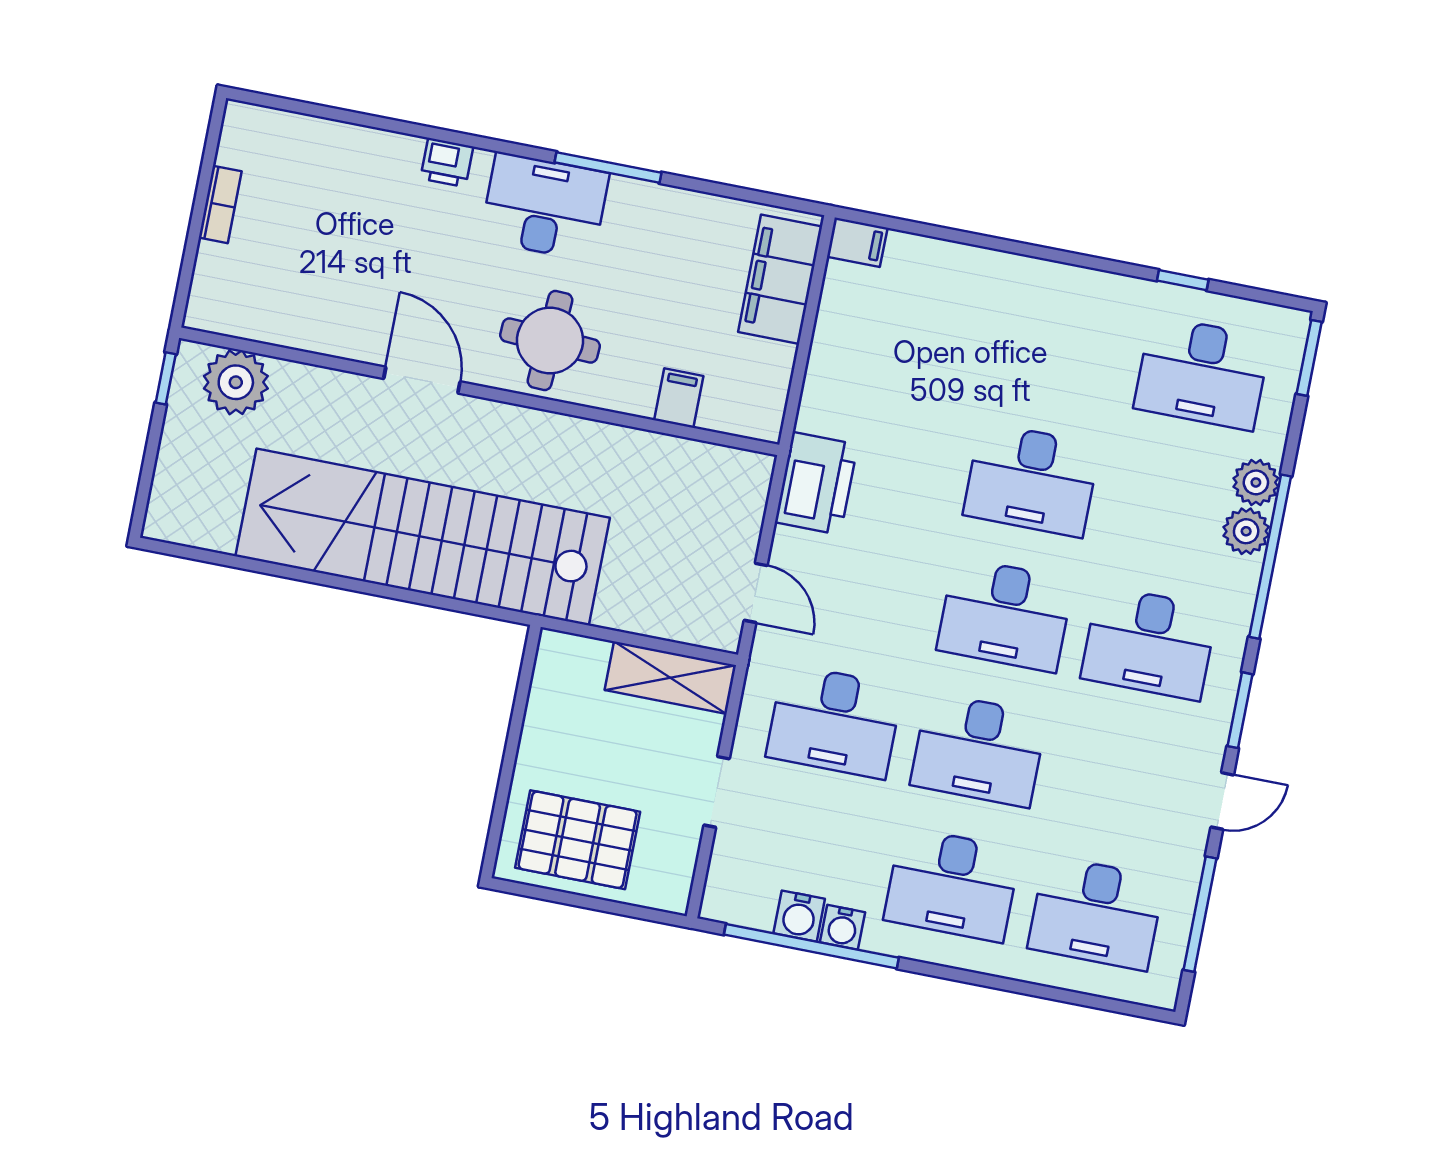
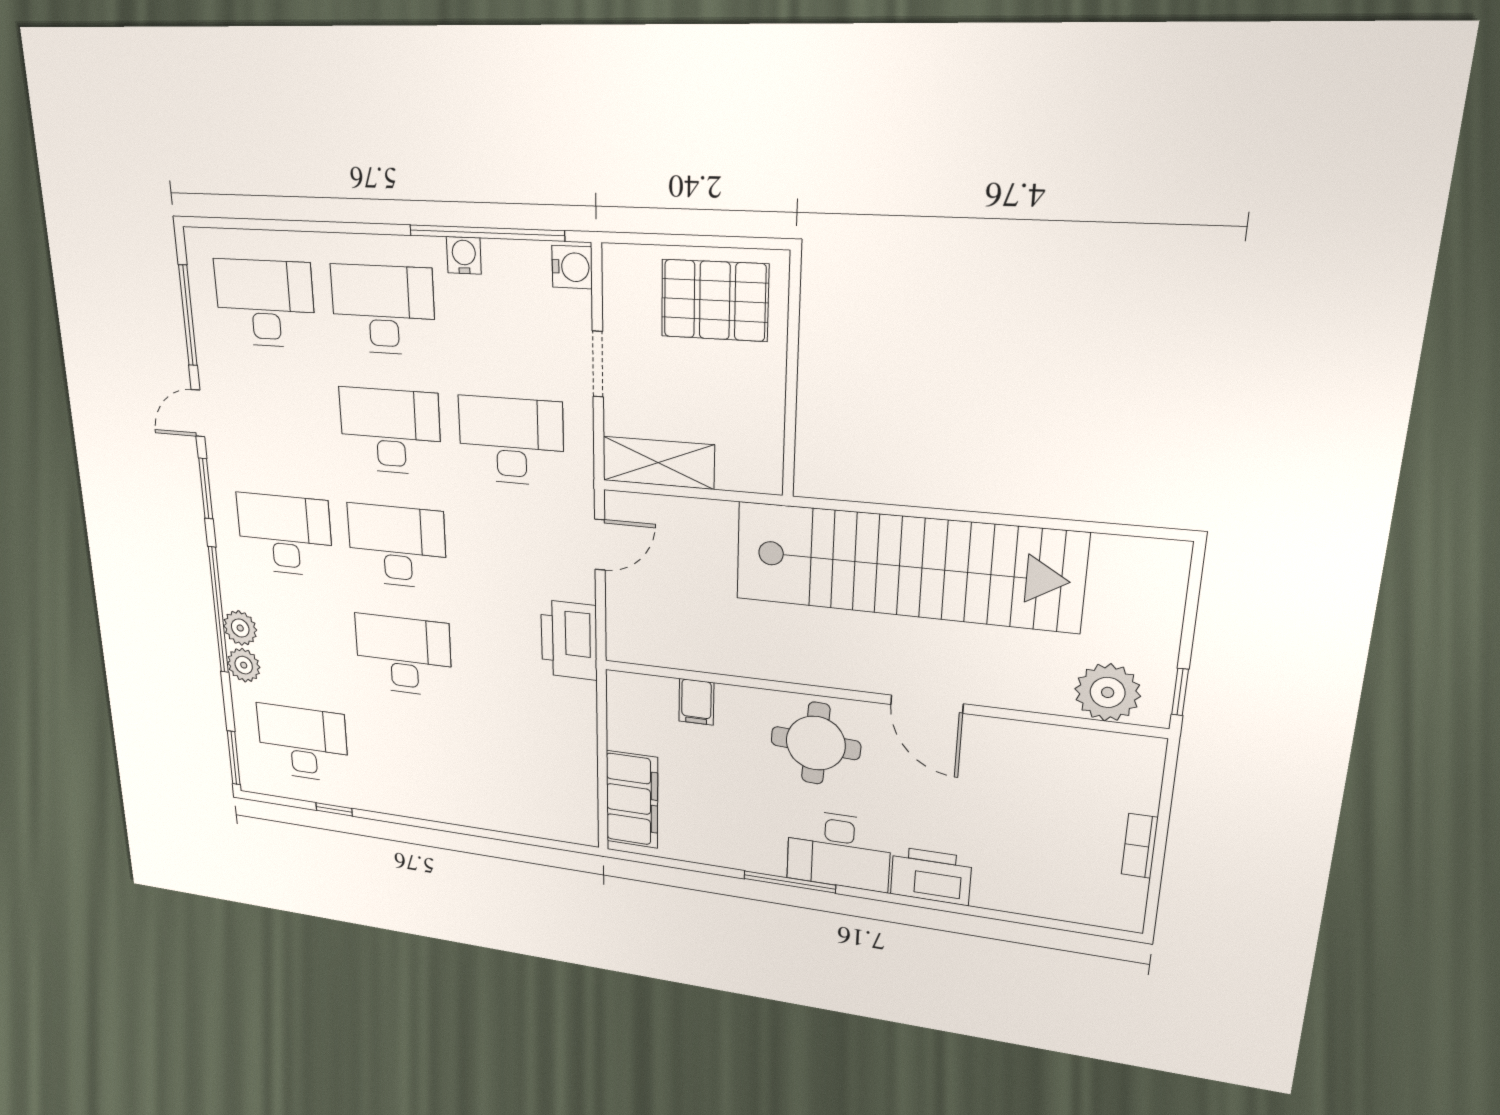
printer: (447, 162) -> (931, 876), width x1.87, depth x1.48
filing cabinet: (857, 242) -> (578, 830), removed
door: (756, 593) -> (600, 545), swing flipped
water cooler: (799, 916) -> (572, 267), moved, turned 90

